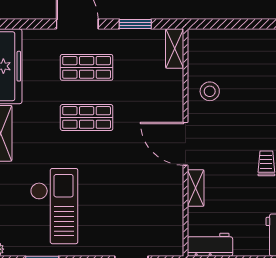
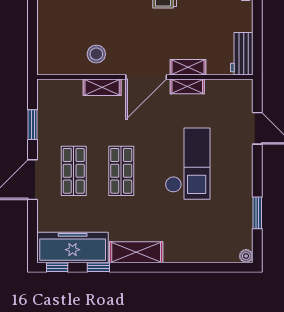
shelving: (175, 49) -> (102, 87), moved
shelving: (176, 187) -> (187, 86), added
checkout: (54, 206) -> (188, 164), moved, turned 90

